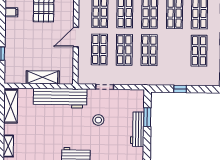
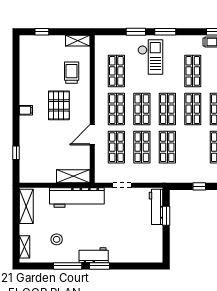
shelving: (43, 77) -> (73, 176), moved
stool: (98, 120) -> (57, 239), moved
workbench: (137, 129) -> (156, 207), moved

